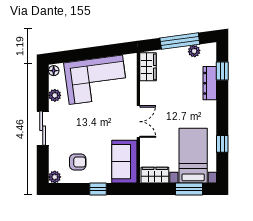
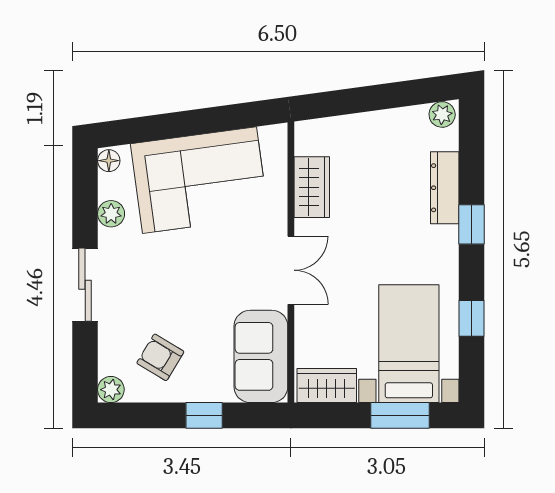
window: (180, 41) -> (380, 97), removed
plant: (194, 51) -> (442, 114), moved
wardrobe: (148, 67) -> (312, 187), moved
window: (222, 71) -> (471, 224), moved
armchair: (78, 162) -> (160, 357), turned -149

